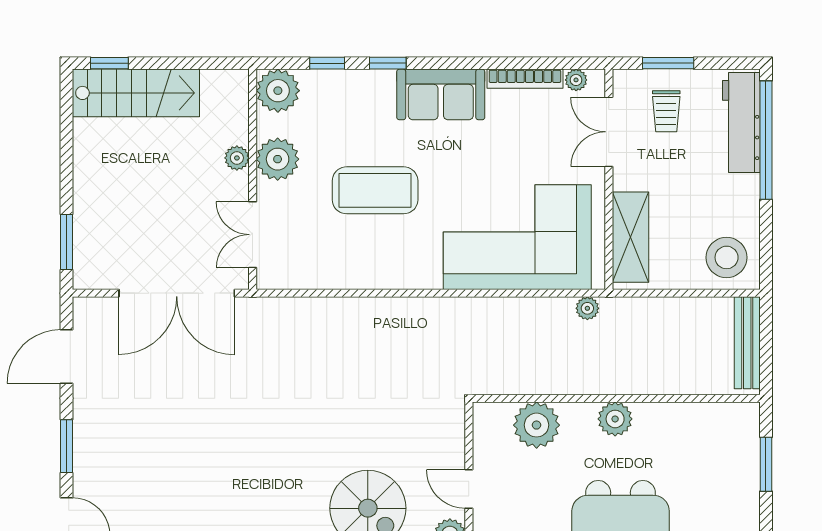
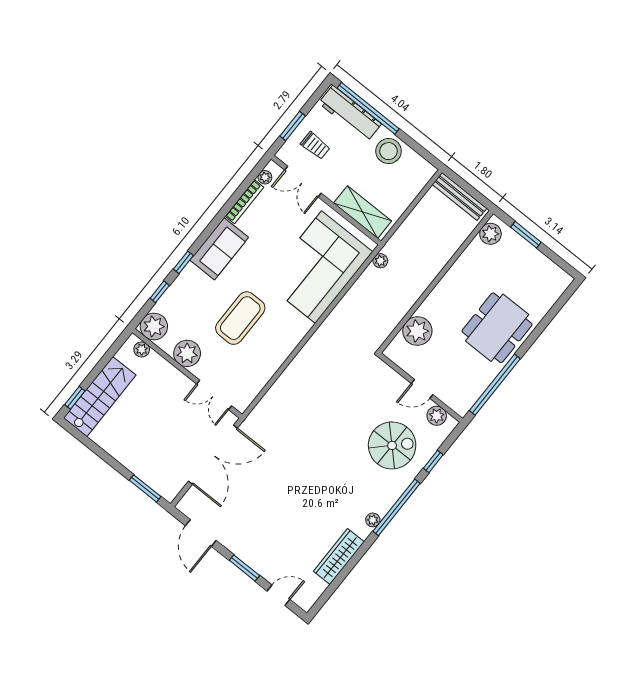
plant: (237, 158) -> (142, 349), moved
stool: (727, 257) -> (389, 151), moved
plant: (615, 419) -> (490, 234), moved

